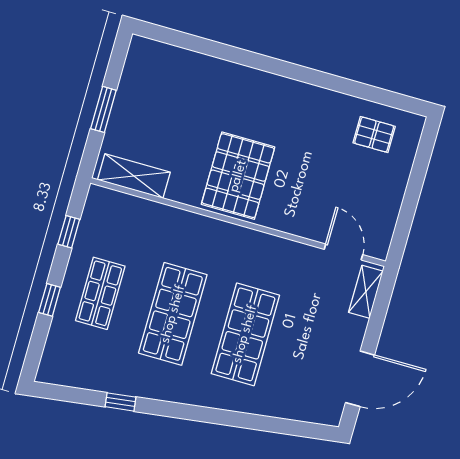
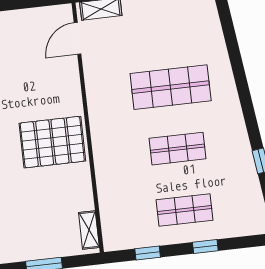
shelving: (134, 176) -> (89, 230), width x0.67, depth x0.75
shop shelf: (173, 314) -> (178, 149), width x0.70, depth x0.74

